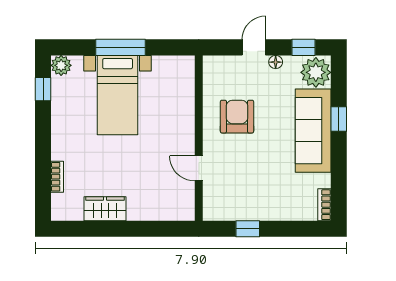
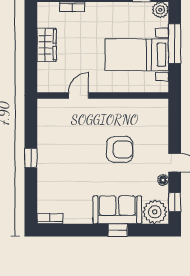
window: (121, 47) -> (175, 44), moved
sofa: (313, 131) -> (117, 210), width x0.73
wall: (199, 138) -> (103, 96), moved
door: (199, 168) -> (79, 96), moved

